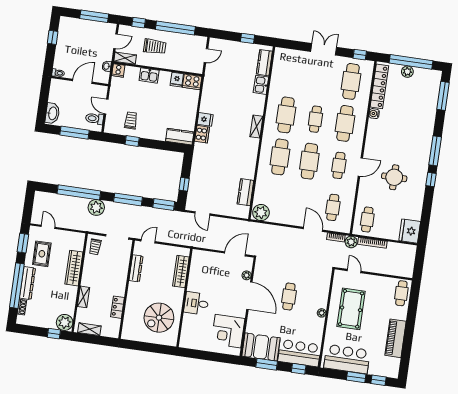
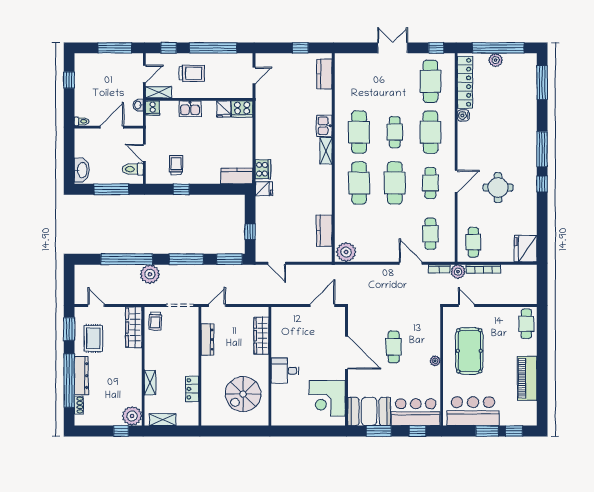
kitchen sink: (261, 85) -> (324, 126), moved
fridge: (205, 119) -> (264, 189), moved
wardrobe: (74, 268) -> (134, 327), moved
plant: (247, 275) -> (340, 329), removed

